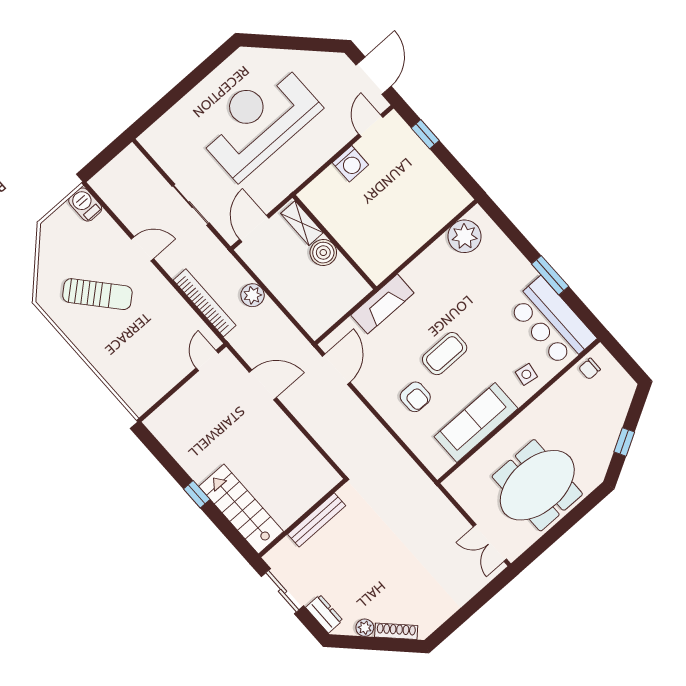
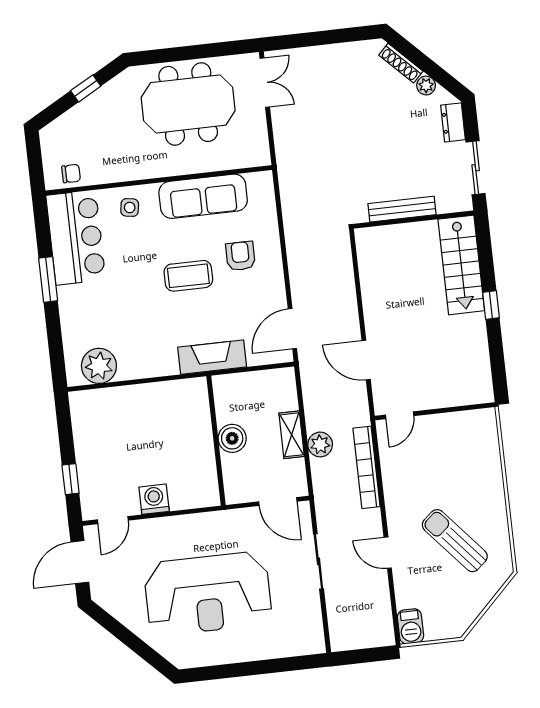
shelving: (302, 223) -> (292, 435), moved
door: (254, 229) -> (278, 502), hinge flipped

